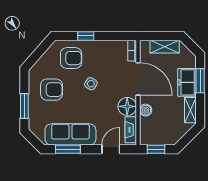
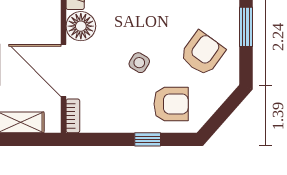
armchair: (71, 58) -> (171, 104), turned 180
armchair: (52, 90) -> (202, 53), turned 126
boiler: (146, 110) -> (51, 20), removed

